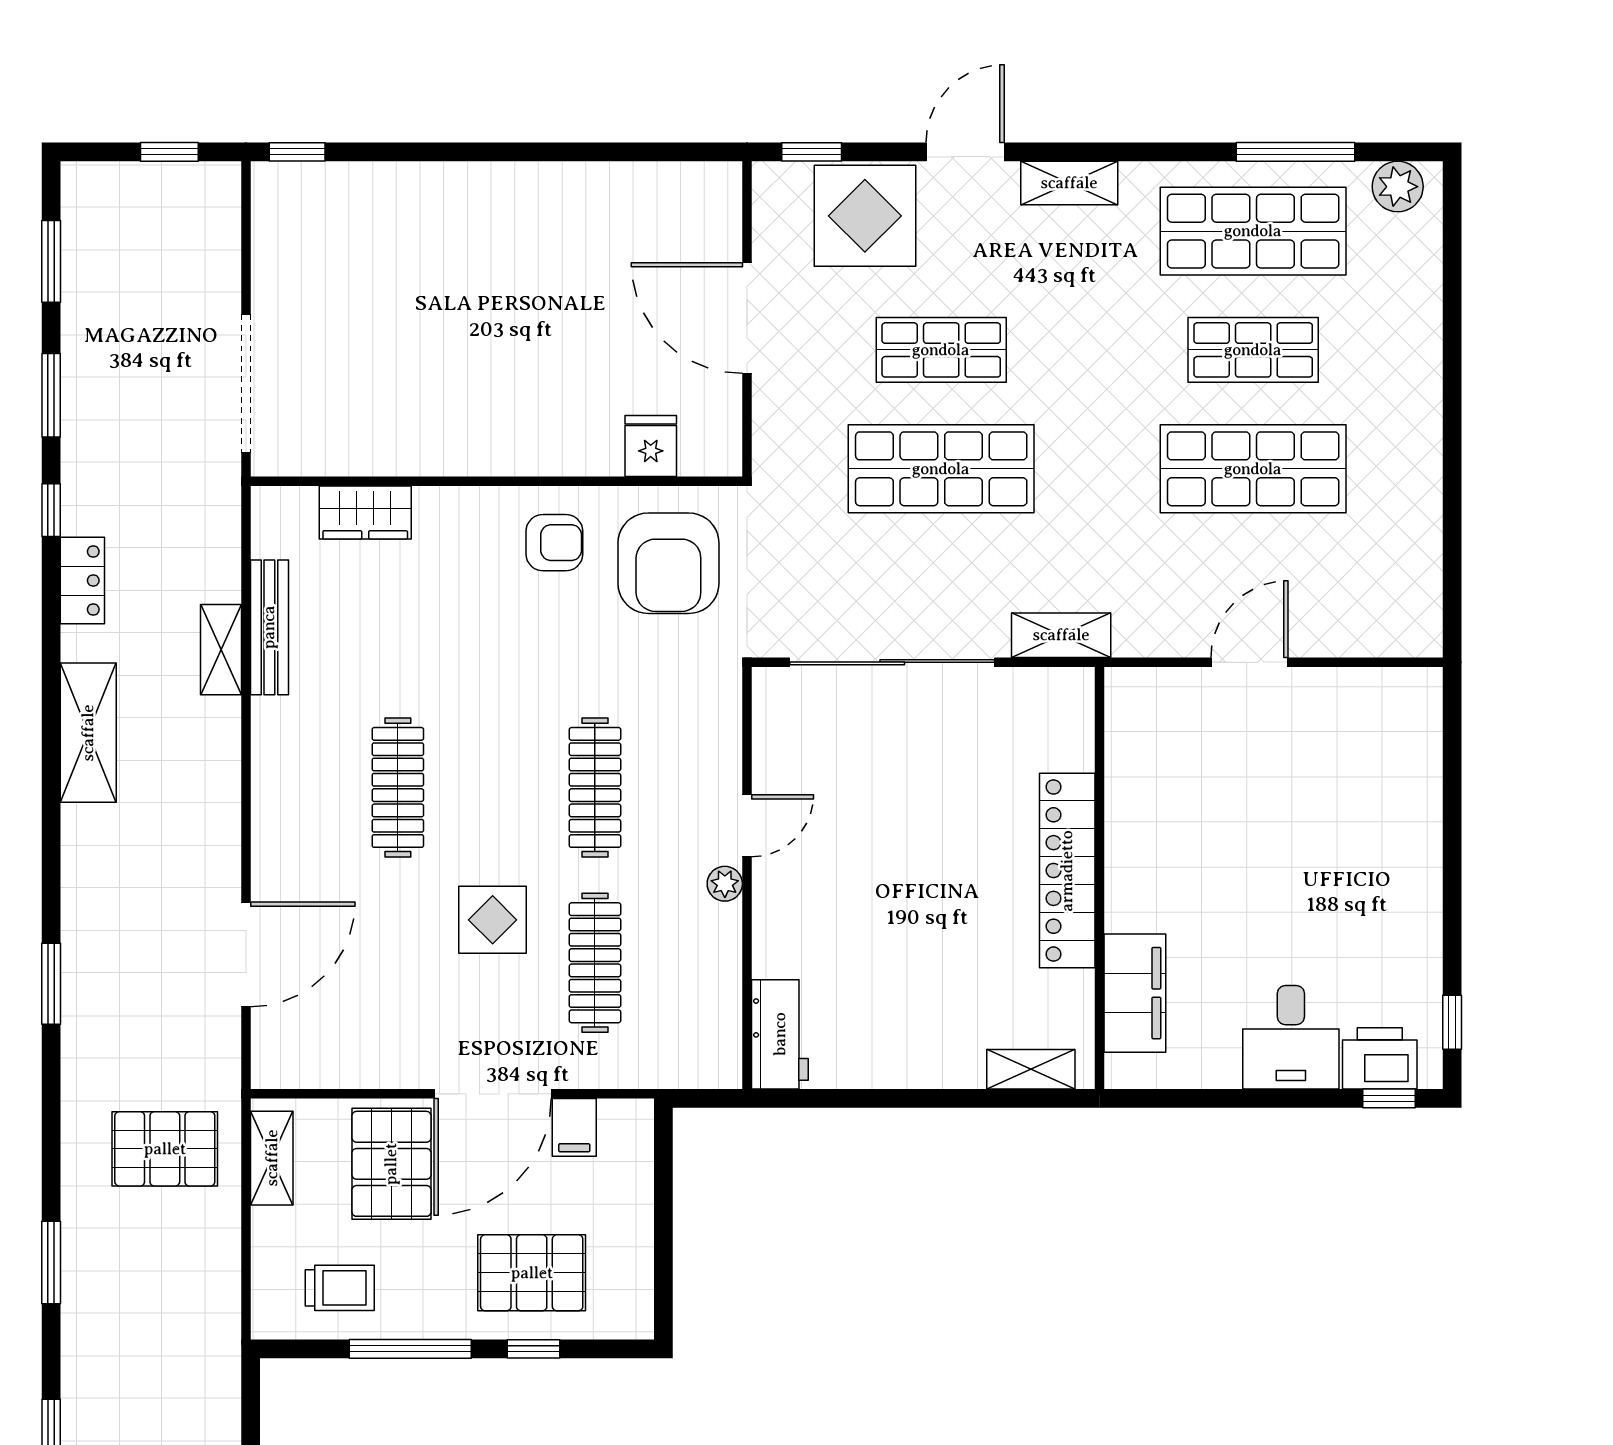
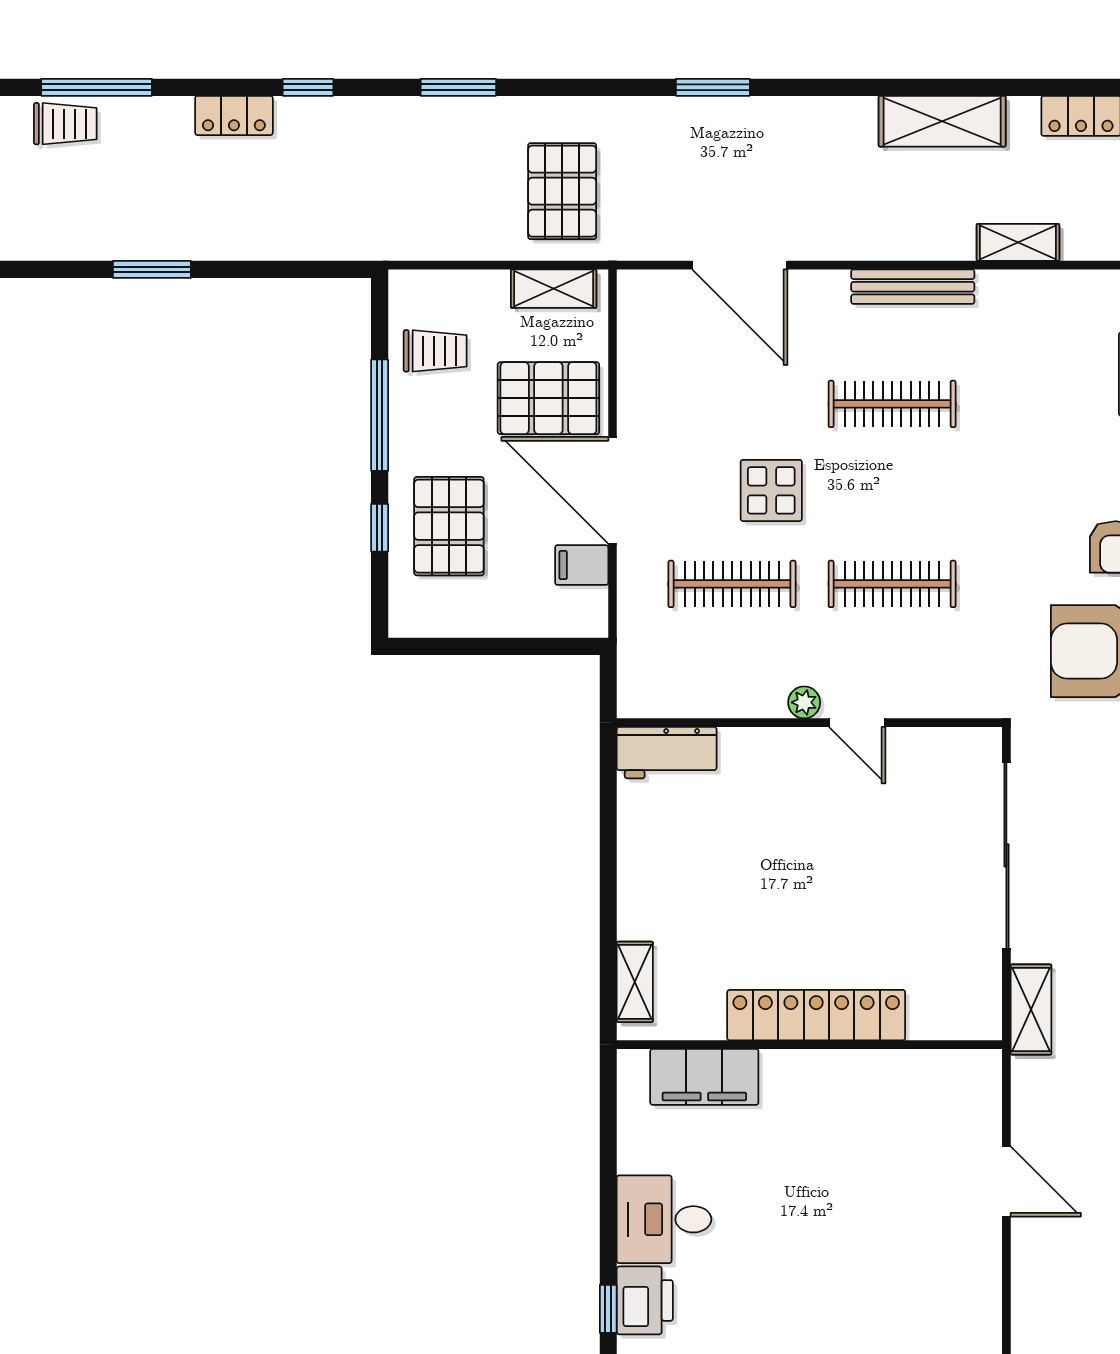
bench: (269, 627) -> (913, 287), moved
trolley: (340, 1288) -> (435, 351), turned -90

